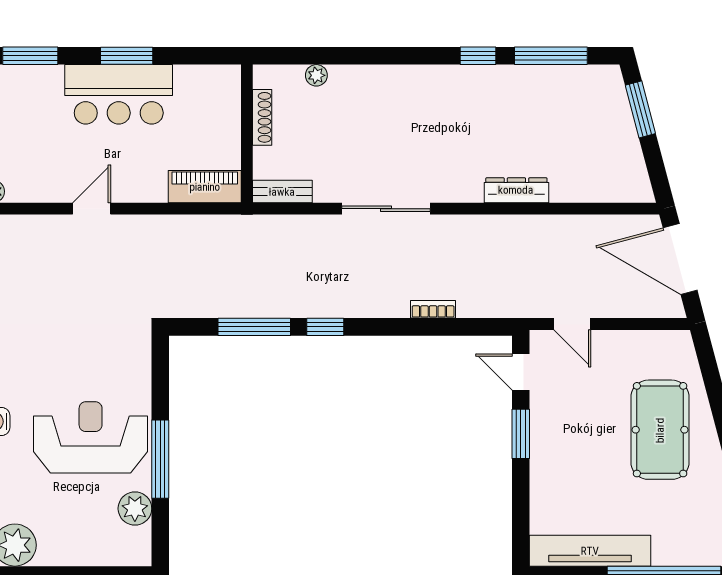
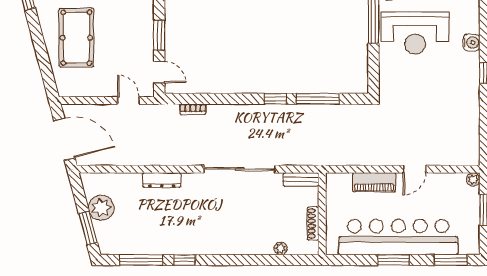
bar counter: (119, 94) -> (398, 237), width x1.86
plant: (618, 144) -> (101, 208), added
piano: (205, 187) -> (374, 182), moved
sliding door: (386, 209) -> (239, 169), width x1.36
bookcase: (433, 309) -> (193, 109), moved

